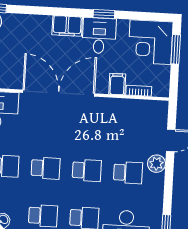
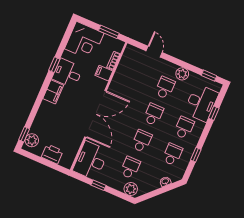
window: (176, 49) -> (109, 32), moved
double door: (59, 93) -> (95, 114), swing flipped
plant: (156, 164) -> (182, 74), moved

